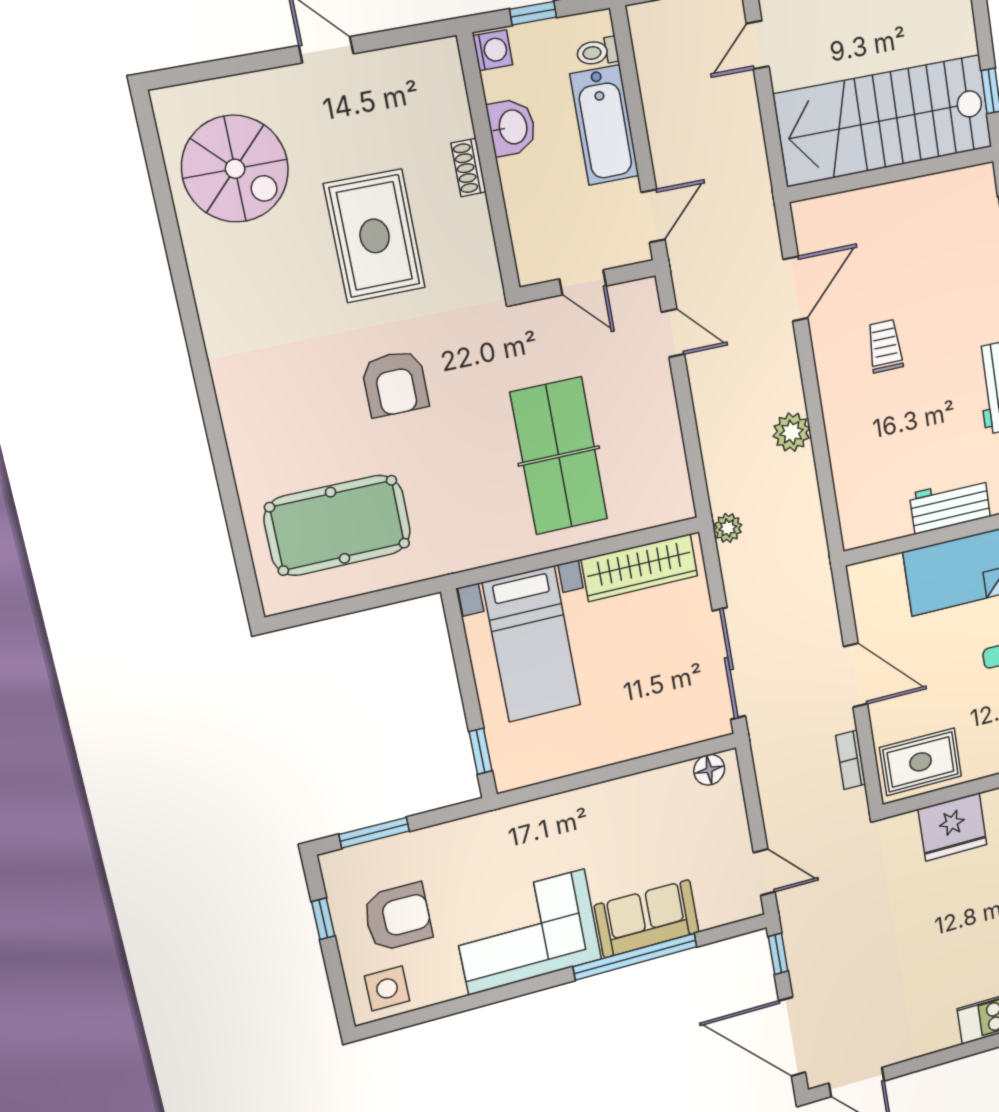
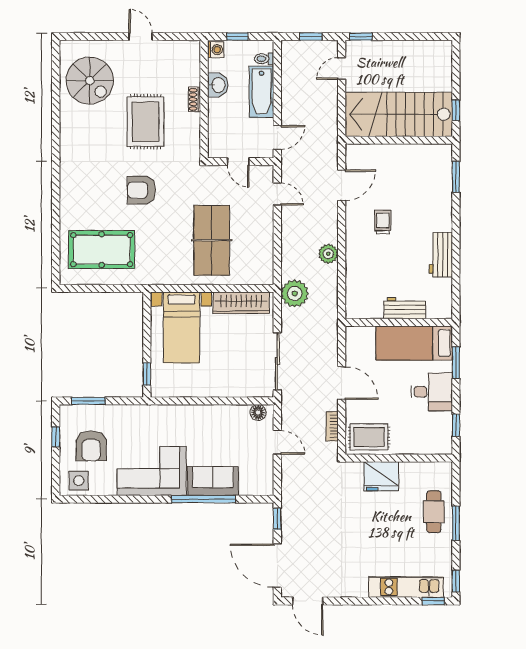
armchair: (395, 384) -> (141, 190), turned 90
plant: (728, 528) -> (295, 293), width x1.88, depth x1.88
door: (764, 872) -> (277, 442), moved
armchair: (398, 917) -> (91, 446), turned 90

